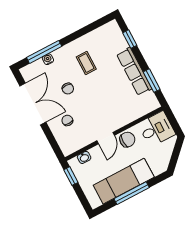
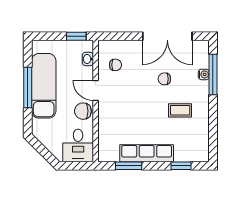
chair: (67, 120) -> (115, 65), moved
chair: (127, 140) -> (83, 111), turned 90

